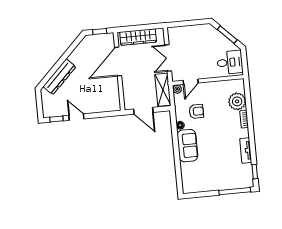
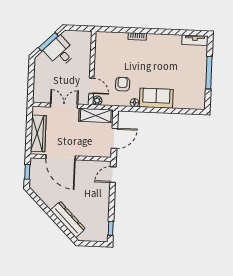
double door: (168, 58) -> (64, 106), swing flipped
desk: (230, 62) -> (60, 52), moved, turned -45
plant: (237, 101) -> (118, 41), removed
door: (76, 117) -> (113, 175), moved
tv unit: (246, 150) -> (195, 40), moved
window: (255, 172) -> (192, 33), removed
window: (235, 191) -> (209, 73), moved

